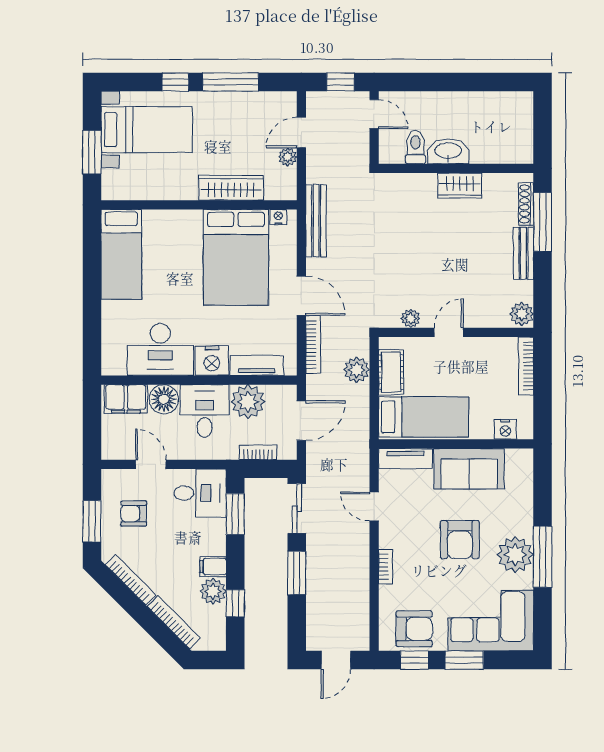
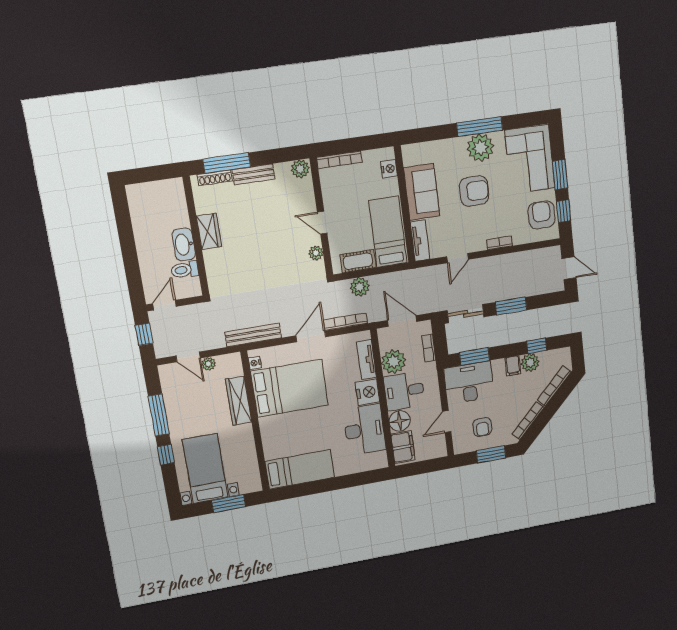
desk: (200, 493) -> (469, 383), width x1.37

